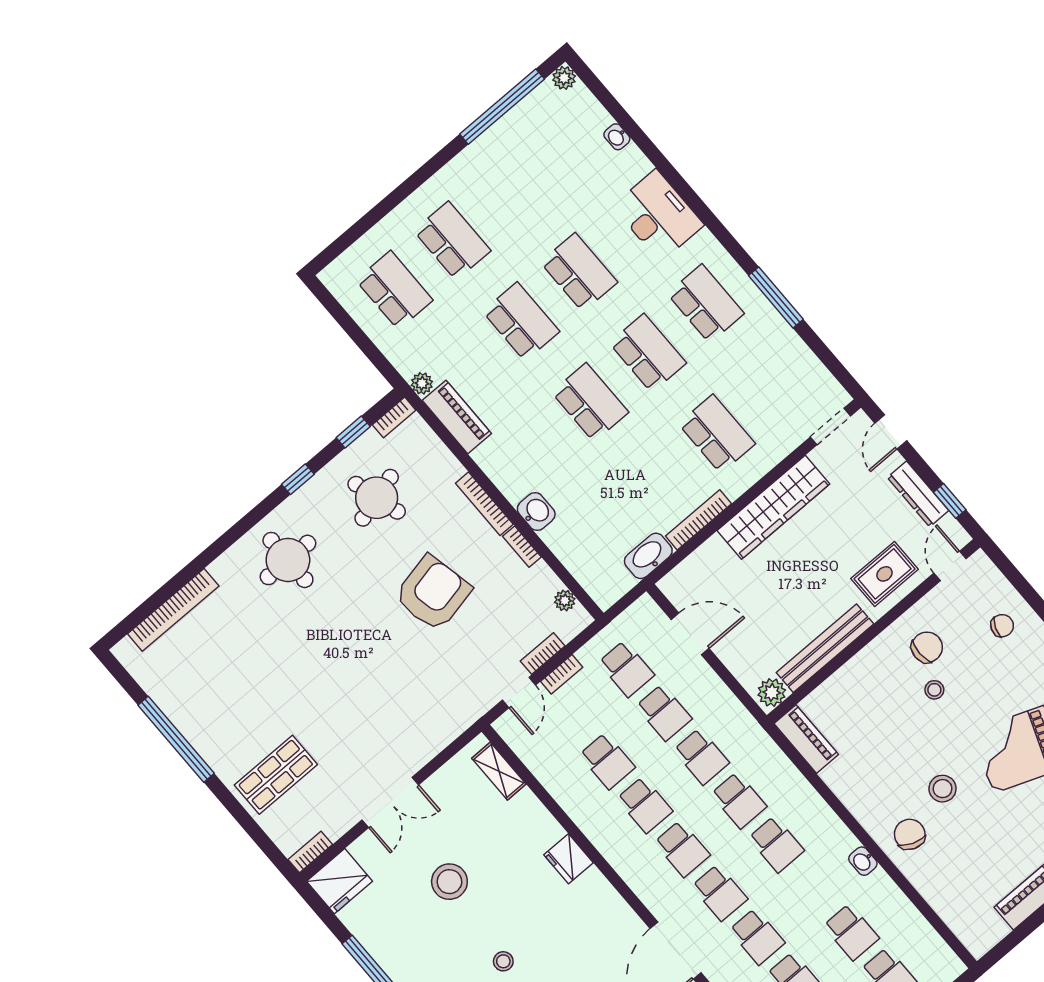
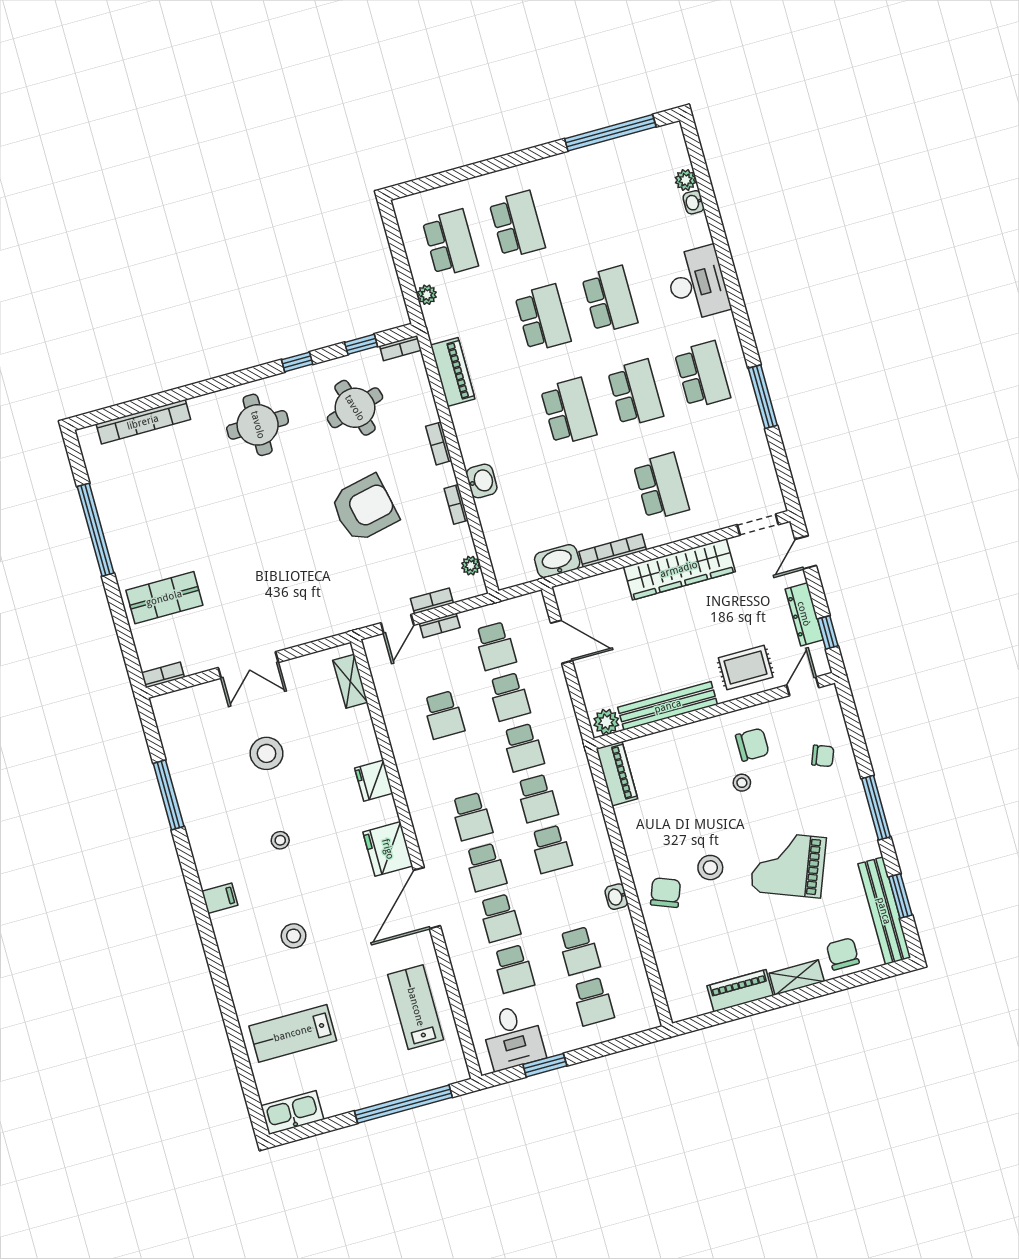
plant: (564, 78) -> (686, 180), moved
plant: (422, 383) -> (427, 295), moved
bookcase: (484, 504) -> (439, 443), width x0.64
school desk: (645, 805) -> (458, 766), removed
fridge: (340, 881) -> (388, 849), moved, turned 90

